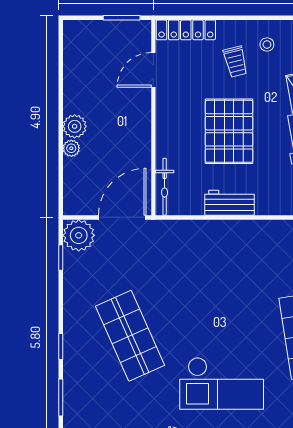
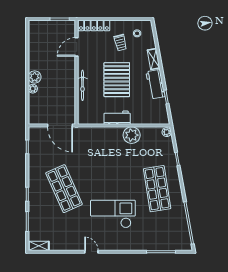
bicycle: (165, 187) -> (83, 85), moved
door: (122, 217) -> (60, 126), swing flipped
plant: (79, 235) -> (132, 135), moved
checkout: (222, 383) -> (113, 214), turned 180

